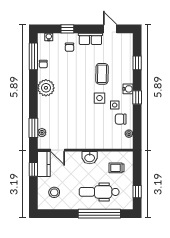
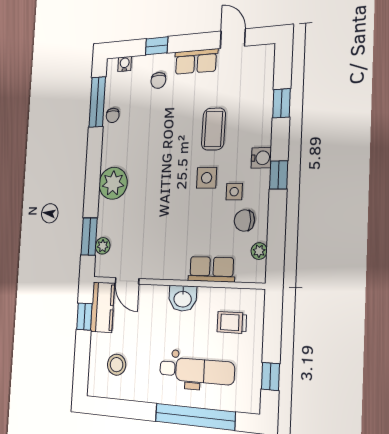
plant: (46, 88) -> (113, 183), moved
row of seats: (105, 143) -> (211, 269), added
dental chair: (99, 192) -> (197, 371), turned 180

